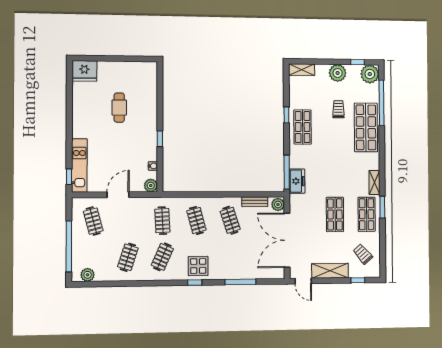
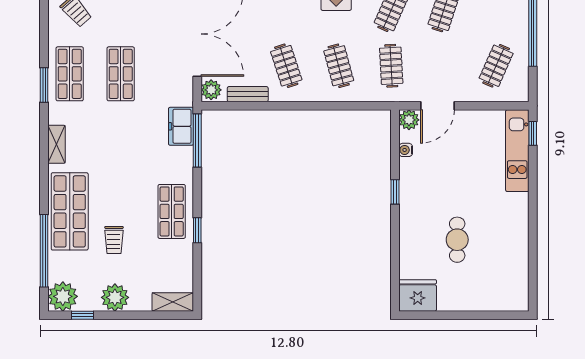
fridge: (84, 71) -> (418, 295), moved
shelving: (374, 182) -> (57, 144), moved
door: (118, 195) -> (437, 106), moved
clothes rail: (93, 221) -> (496, 66), turned 39

